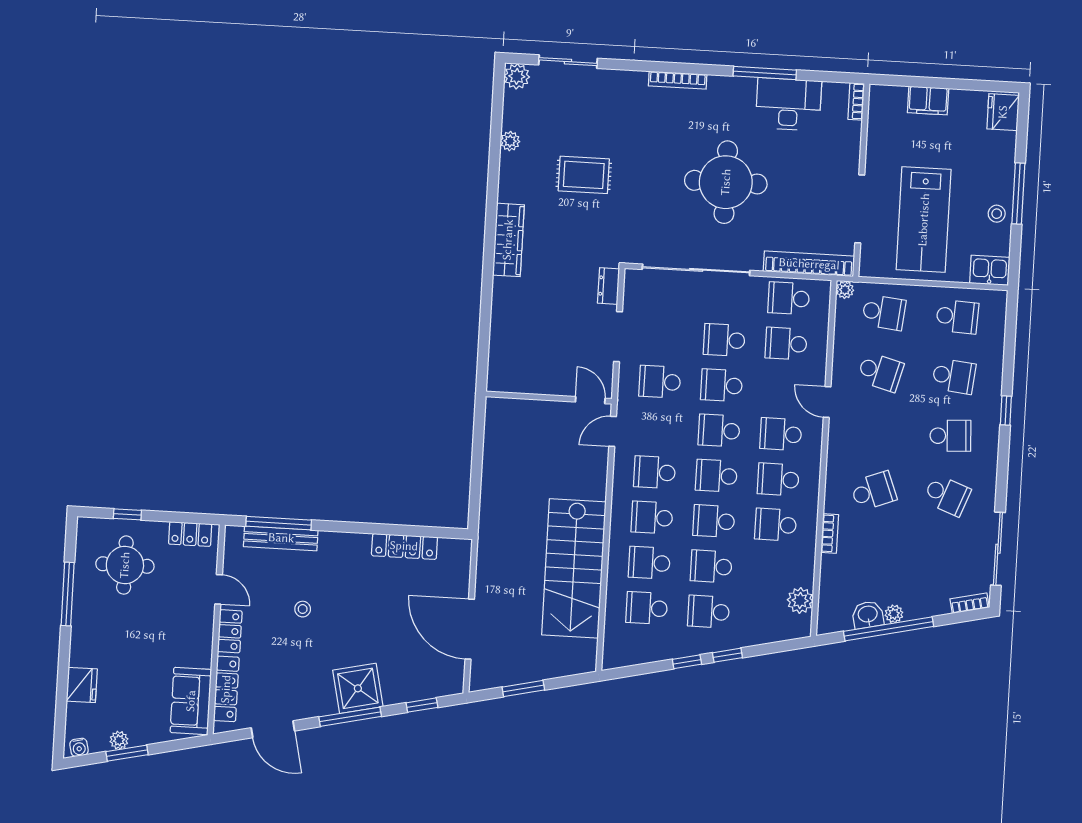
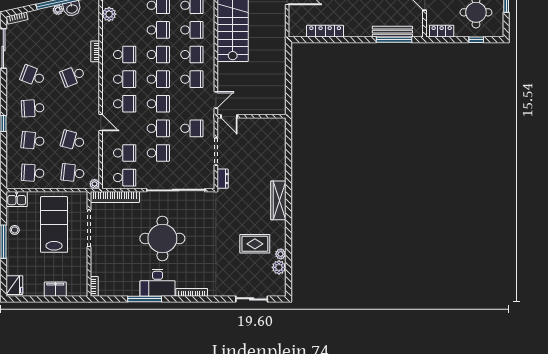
plant: (517, 76) -> (279, 267), moved
desk: (788, 104) -> (158, 283), moved
rug: (584, 175) -> (255, 244), moved

